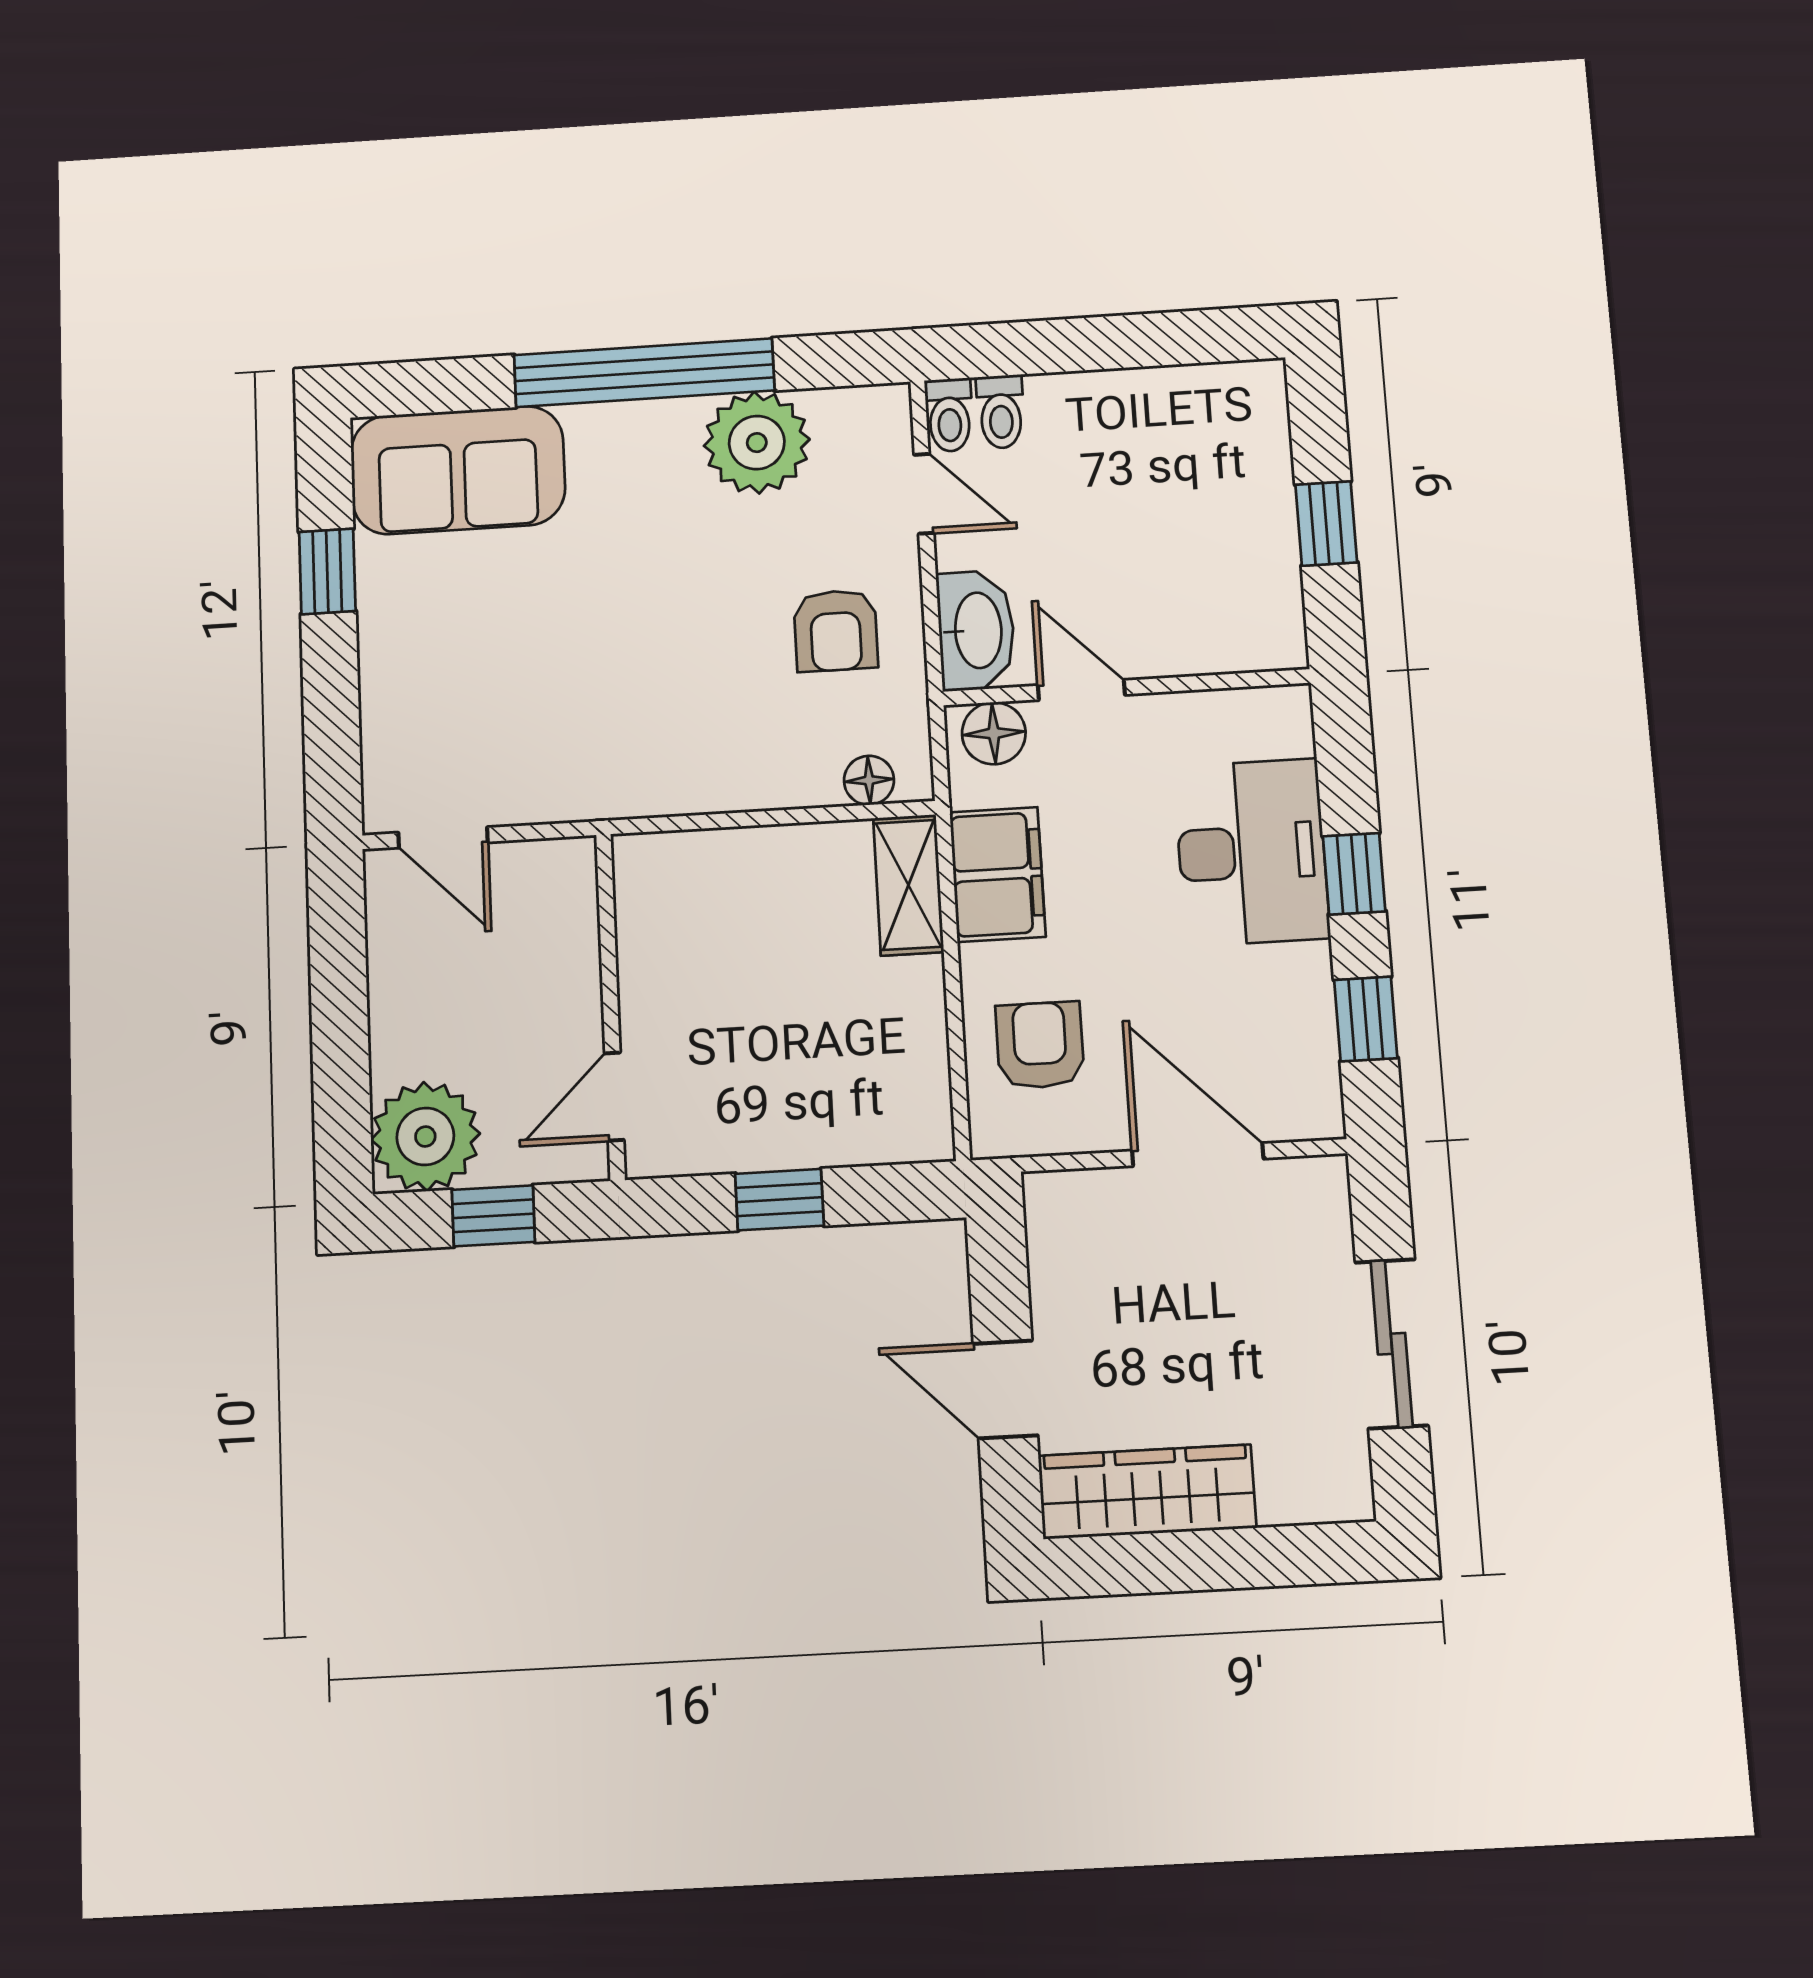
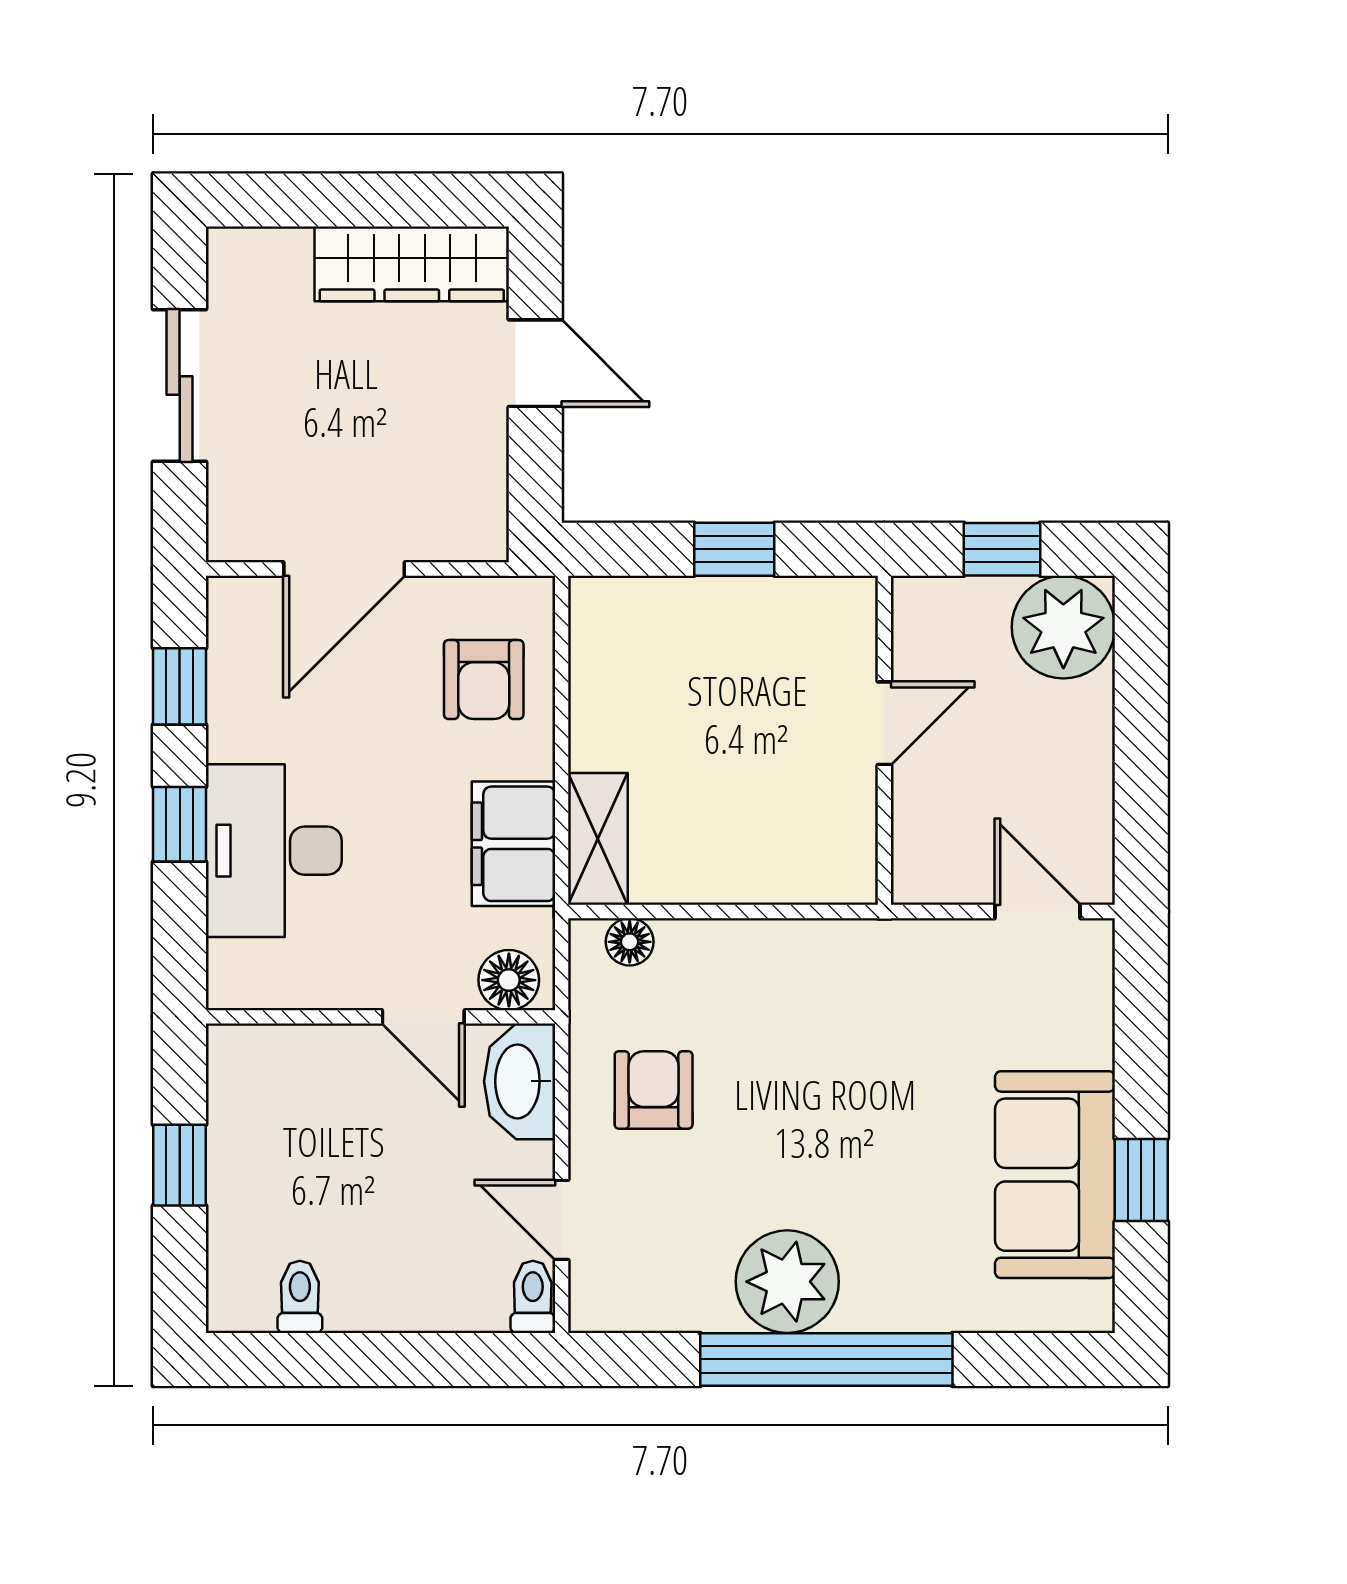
toilet: (1001, 412) -> (300, 1297), moved
plant: (757, 443) -> (787, 1282), moved
sofa: (458, 470) -> (1055, 1175), moved, turned -90
door: (614, 1097) -> (884, 723), moved
door: (1198, 1155) -> (344, 569), hinge flipped

